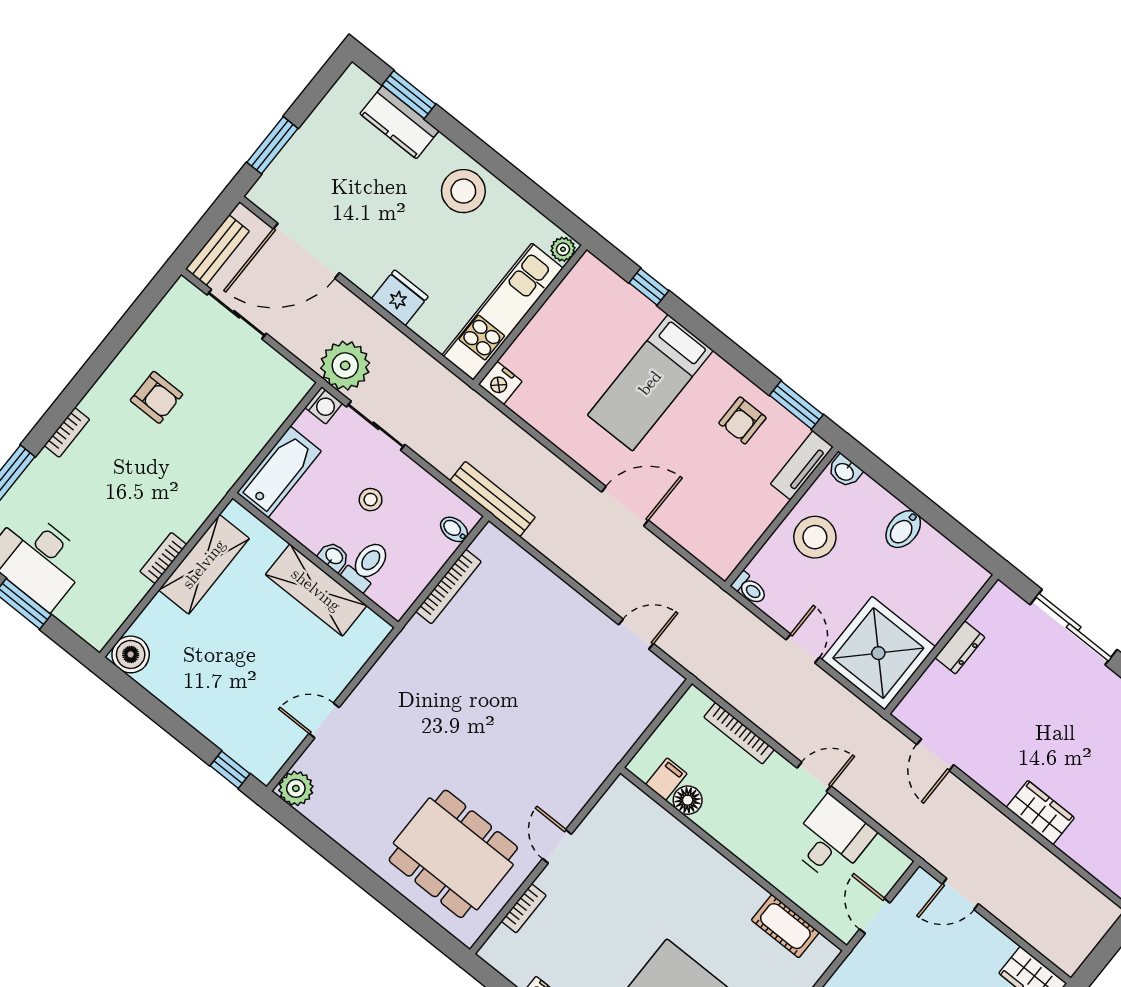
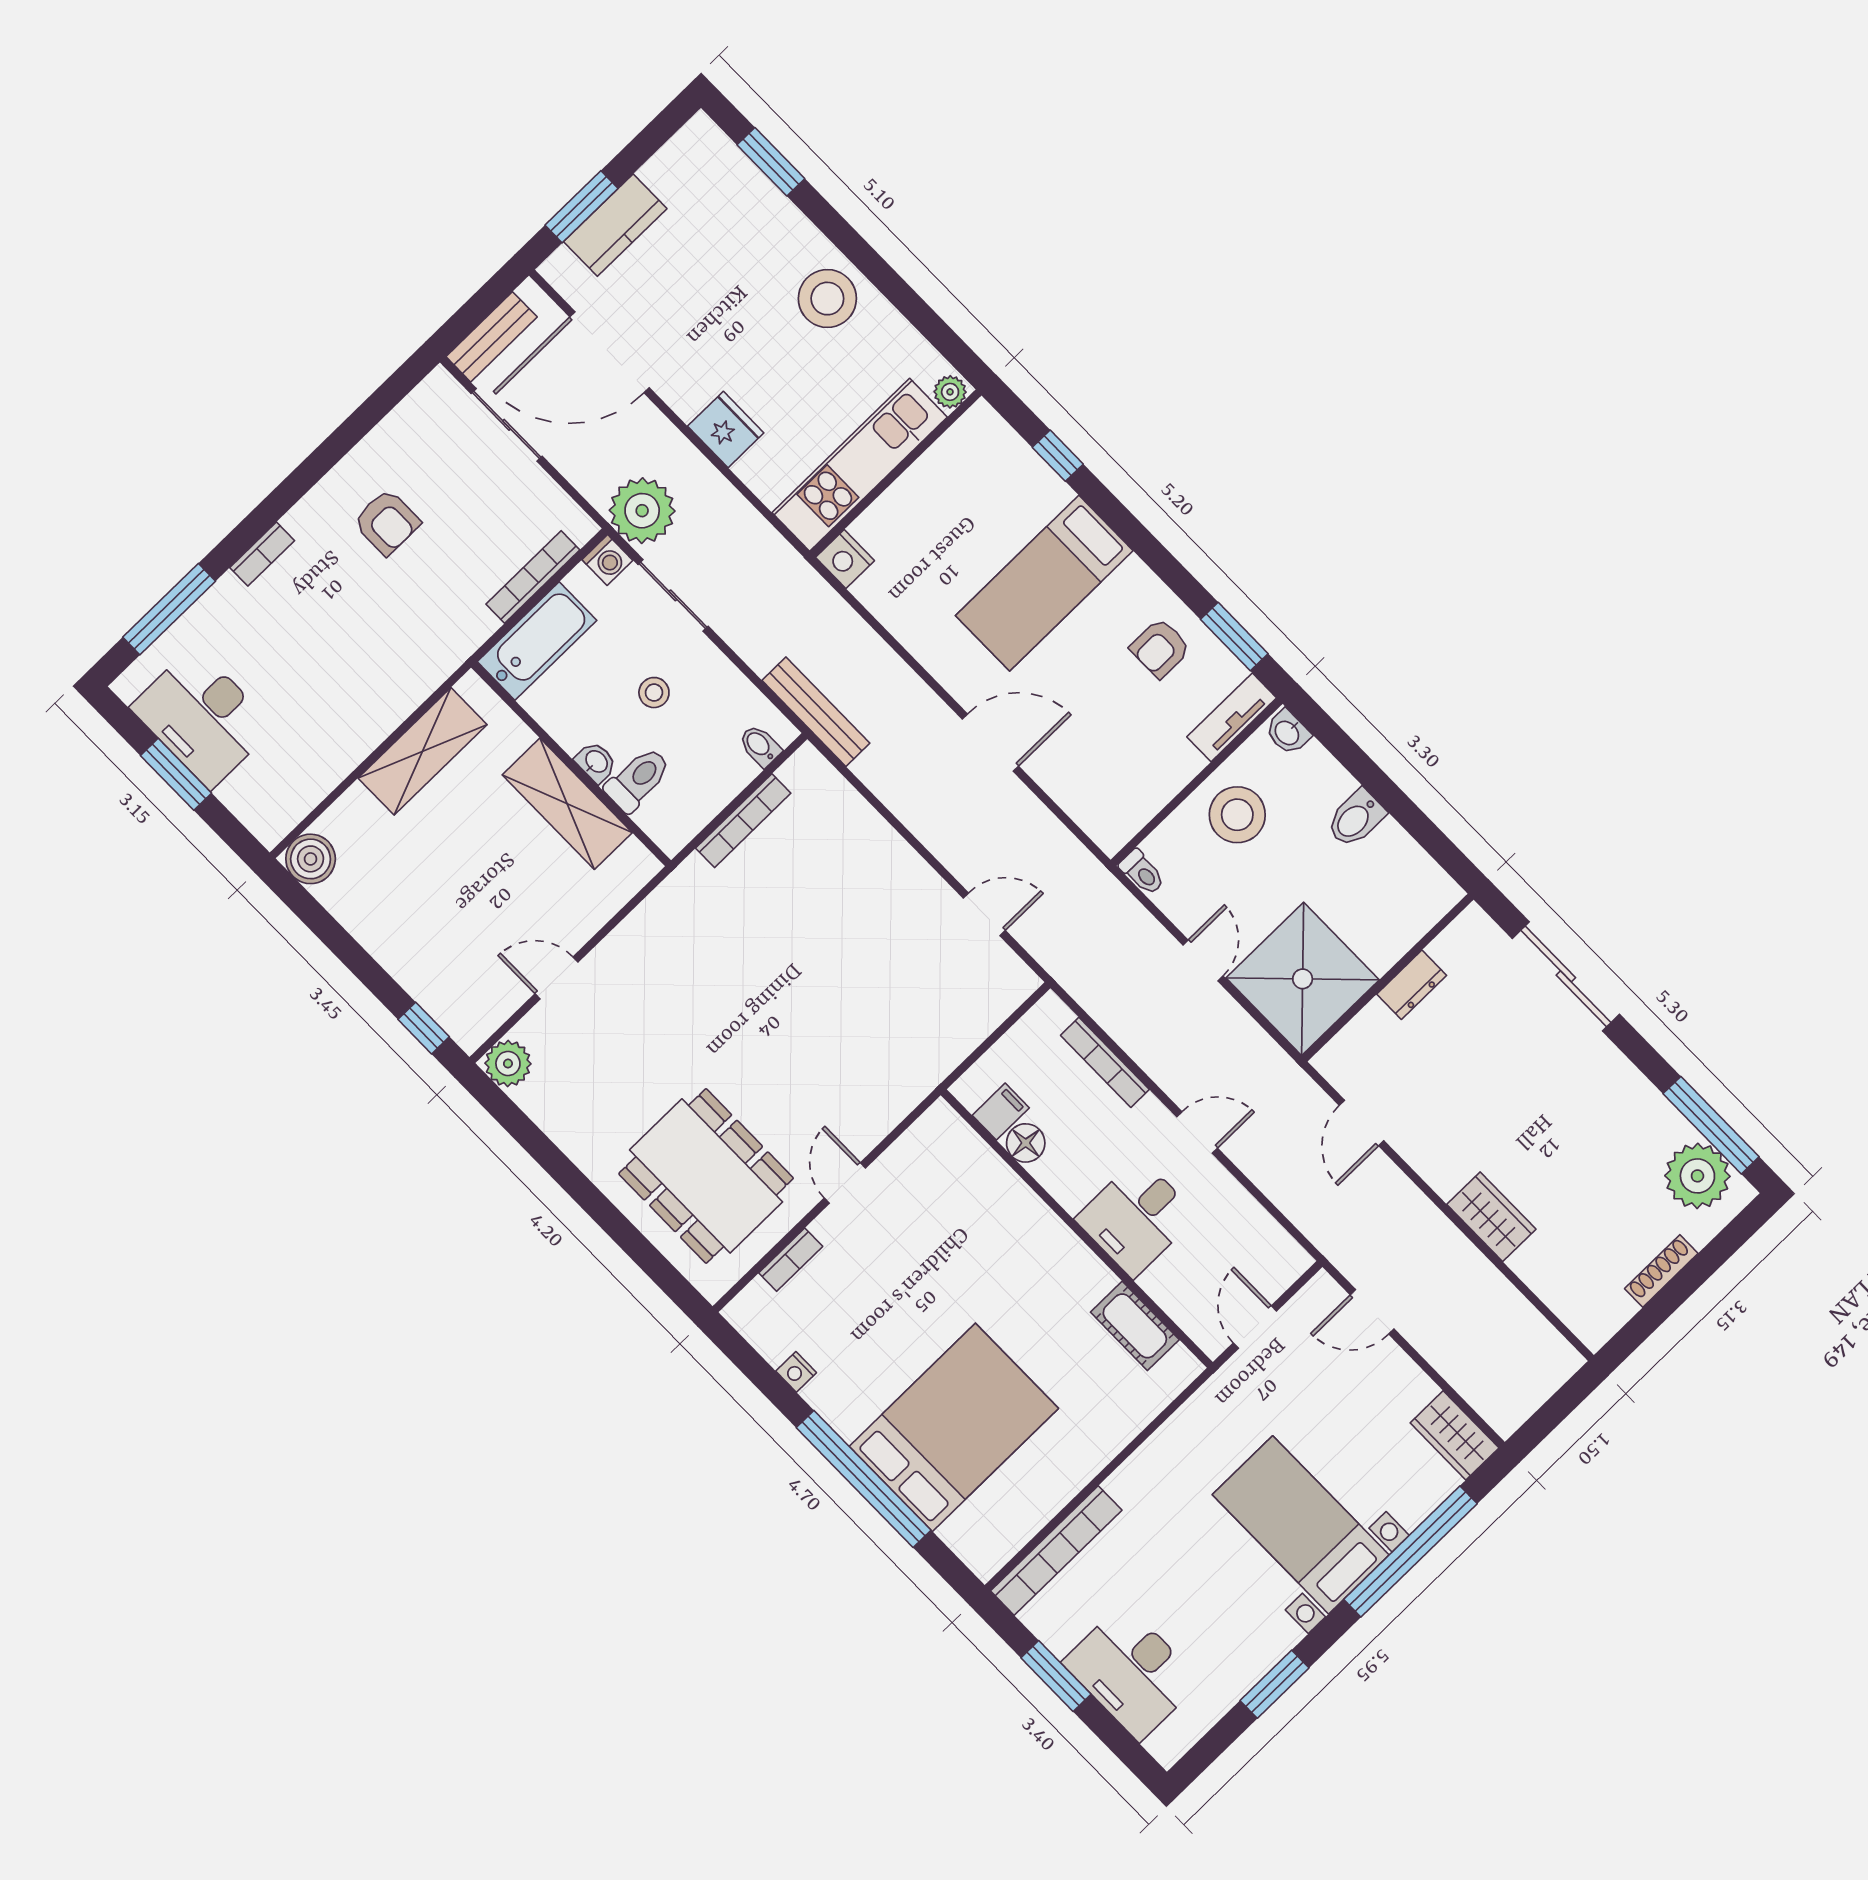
kitchen counter: (399, 122) -> (615, 225), moved, turned -90
bookcase: (163, 558) -> (533, 577), moved, width x1.56
desk: (831, 839) -> (1136, 1217), moved, turned 180

